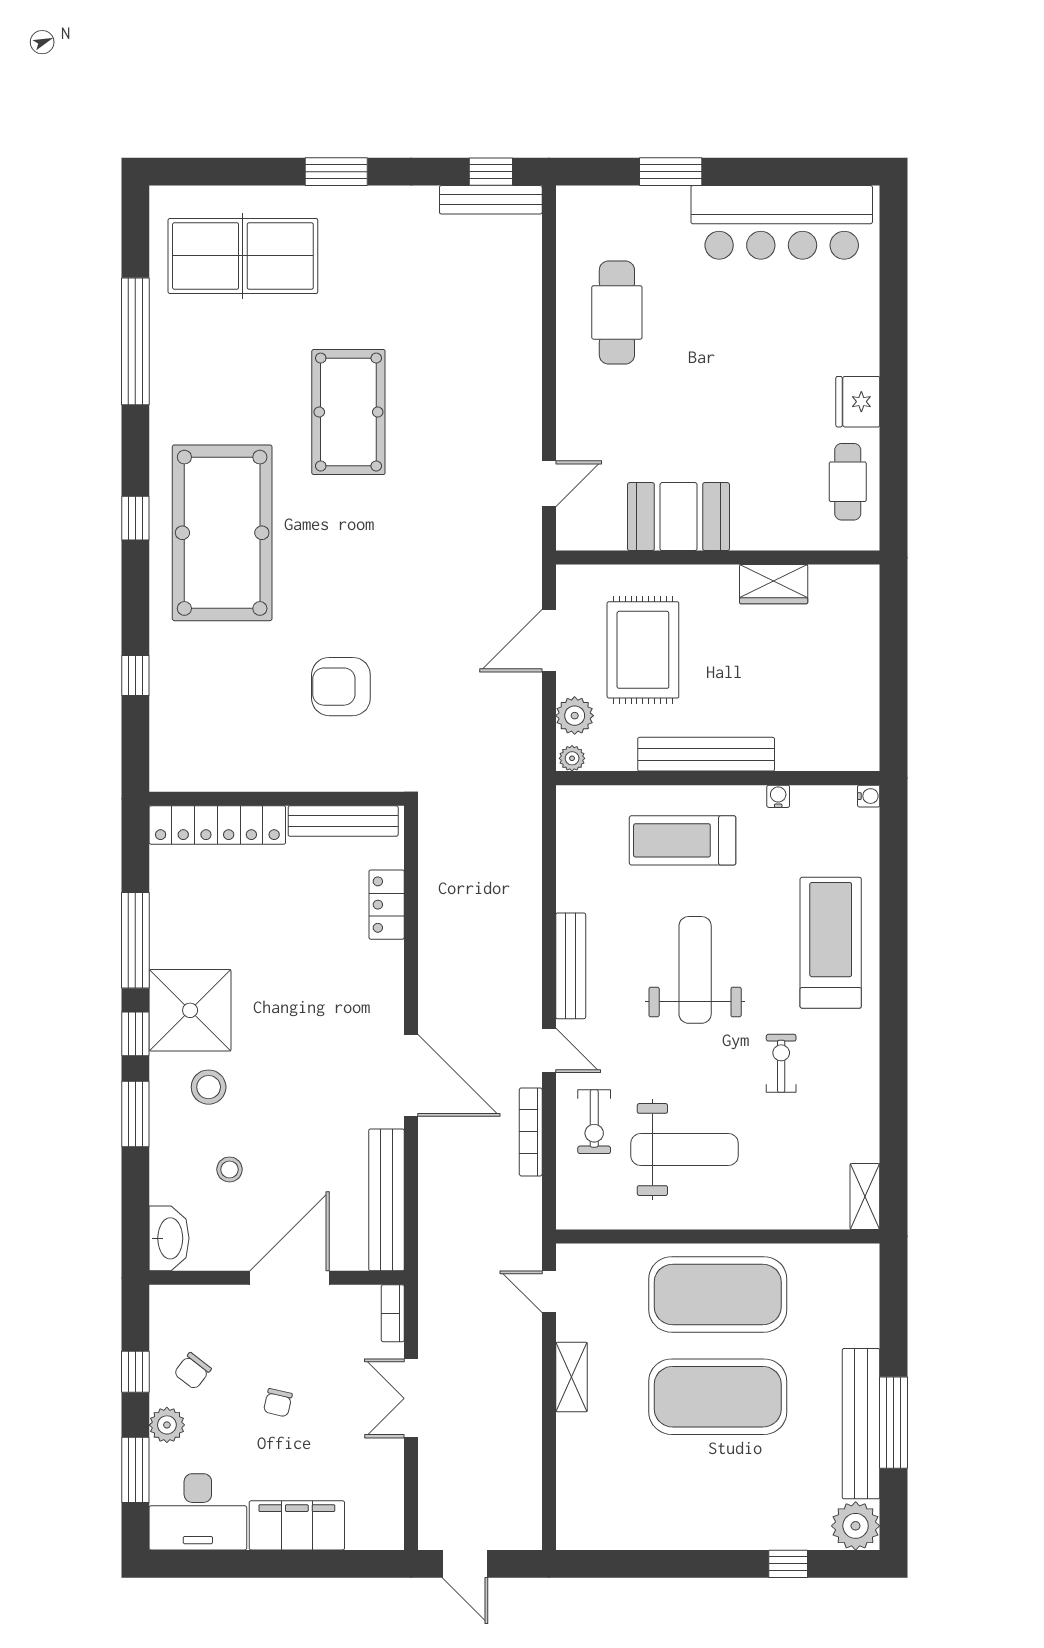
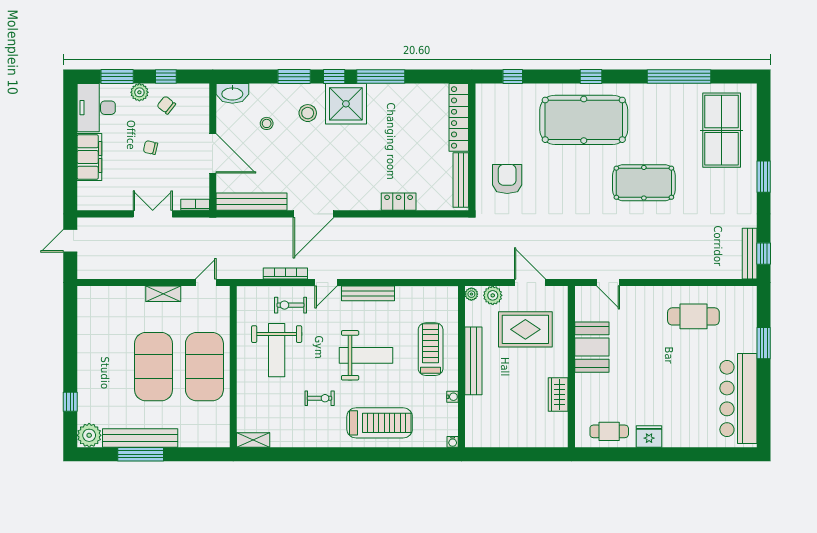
wall: (277, 799) -> (472, 147), moved
bench: (343, 821) -> (461, 180), moved
locker: (217, 825) -> (459, 117), moved

